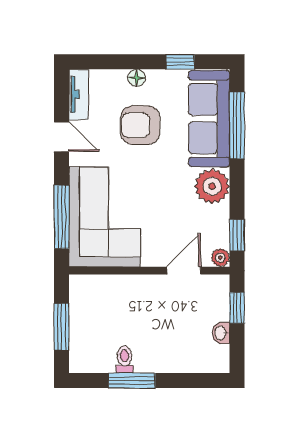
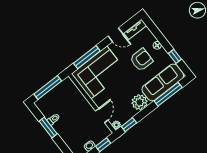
armchair: (140, 125) -> (141, 60), turned 90
door: (62, 137) -> (115, 35), hinge flipped
door: (184, 271) -> (102, 116), hinge flipped
window: (62, 327) -> (48, 88), width x1.44

